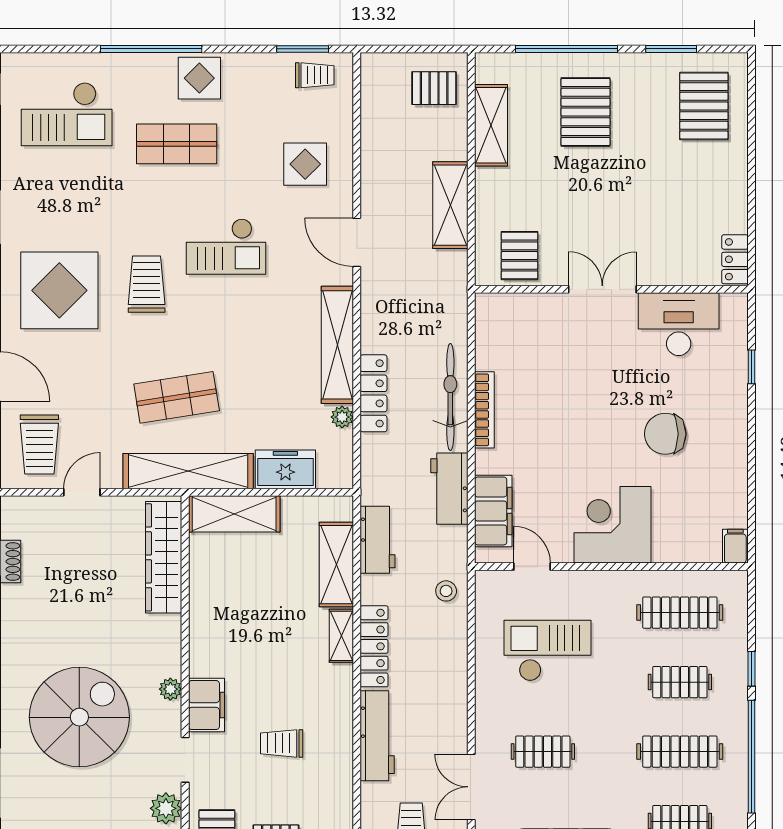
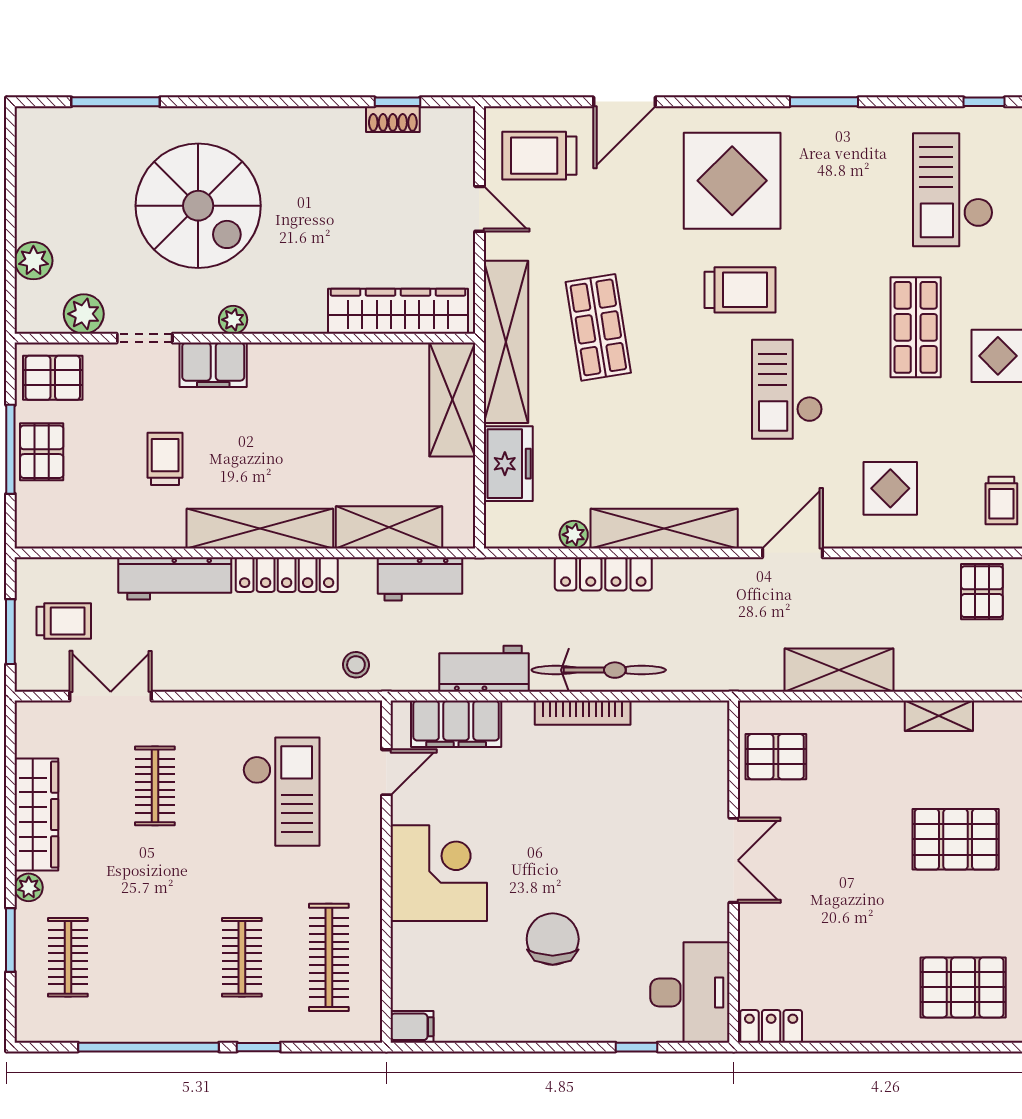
pallet: (434, 88) -> (982, 592), moved
shelving: (491, 125) -> (939, 716), width x0.67, depth x0.75
desk: (679, 324) -> (690, 992), moved
shelving: (341, 636) -> (260, 529), width x2.20, depth x1.33
clothes rail: (680, 752) -> (155, 957), removed

